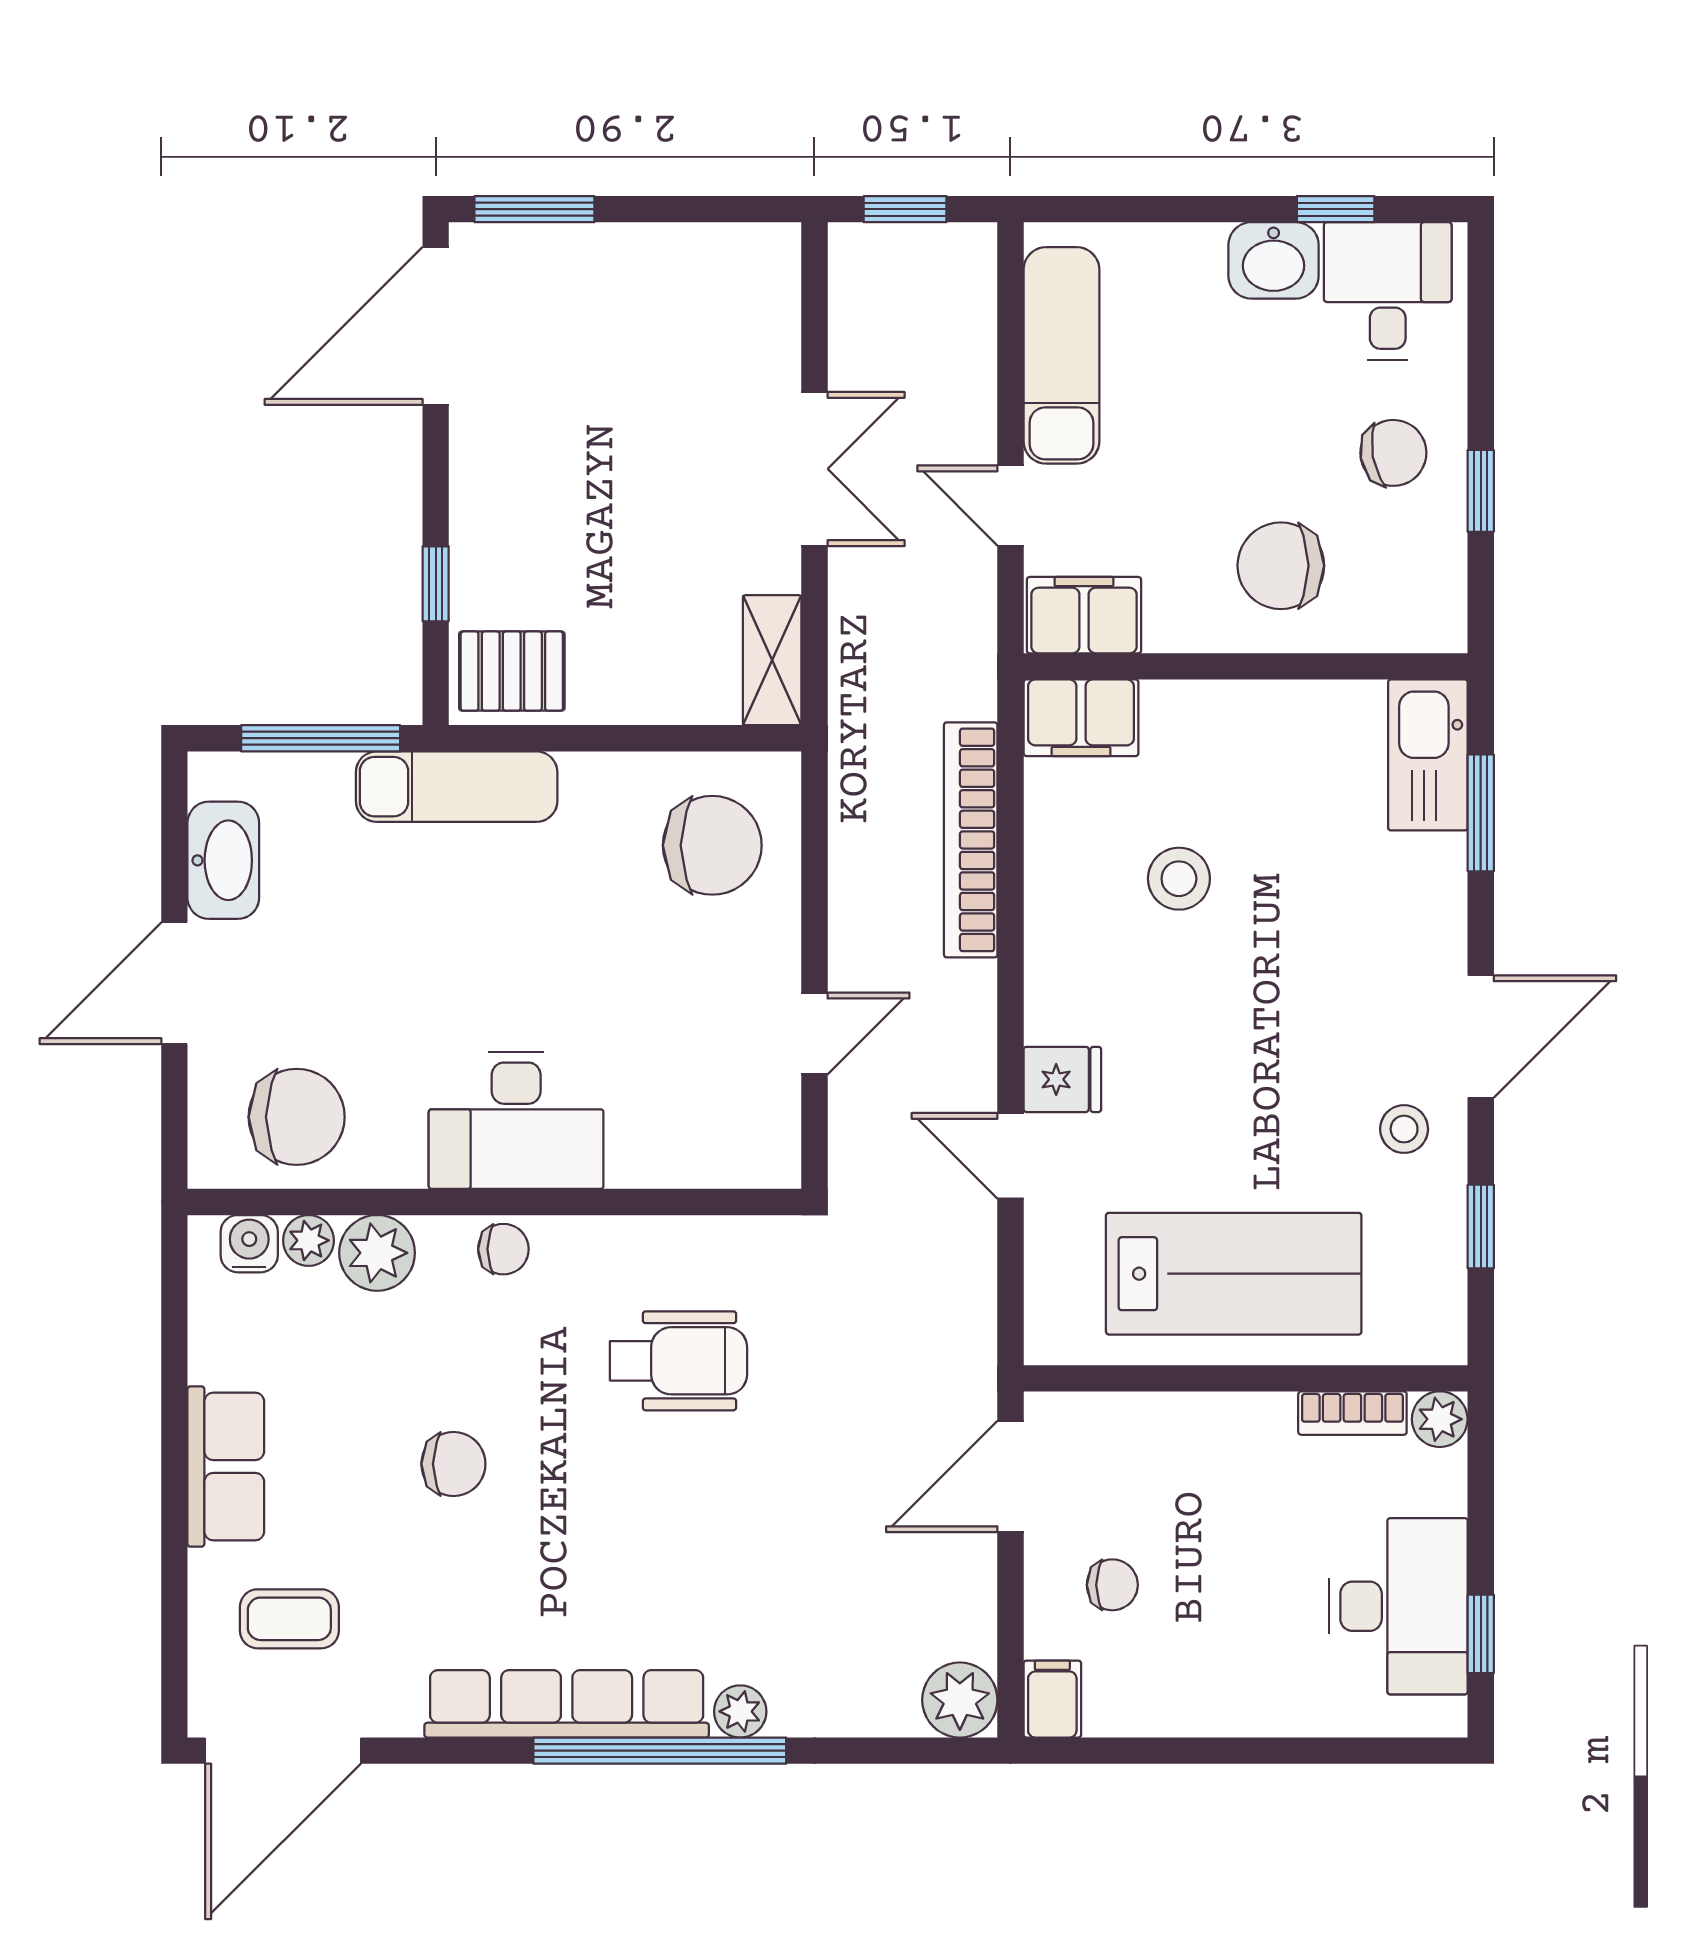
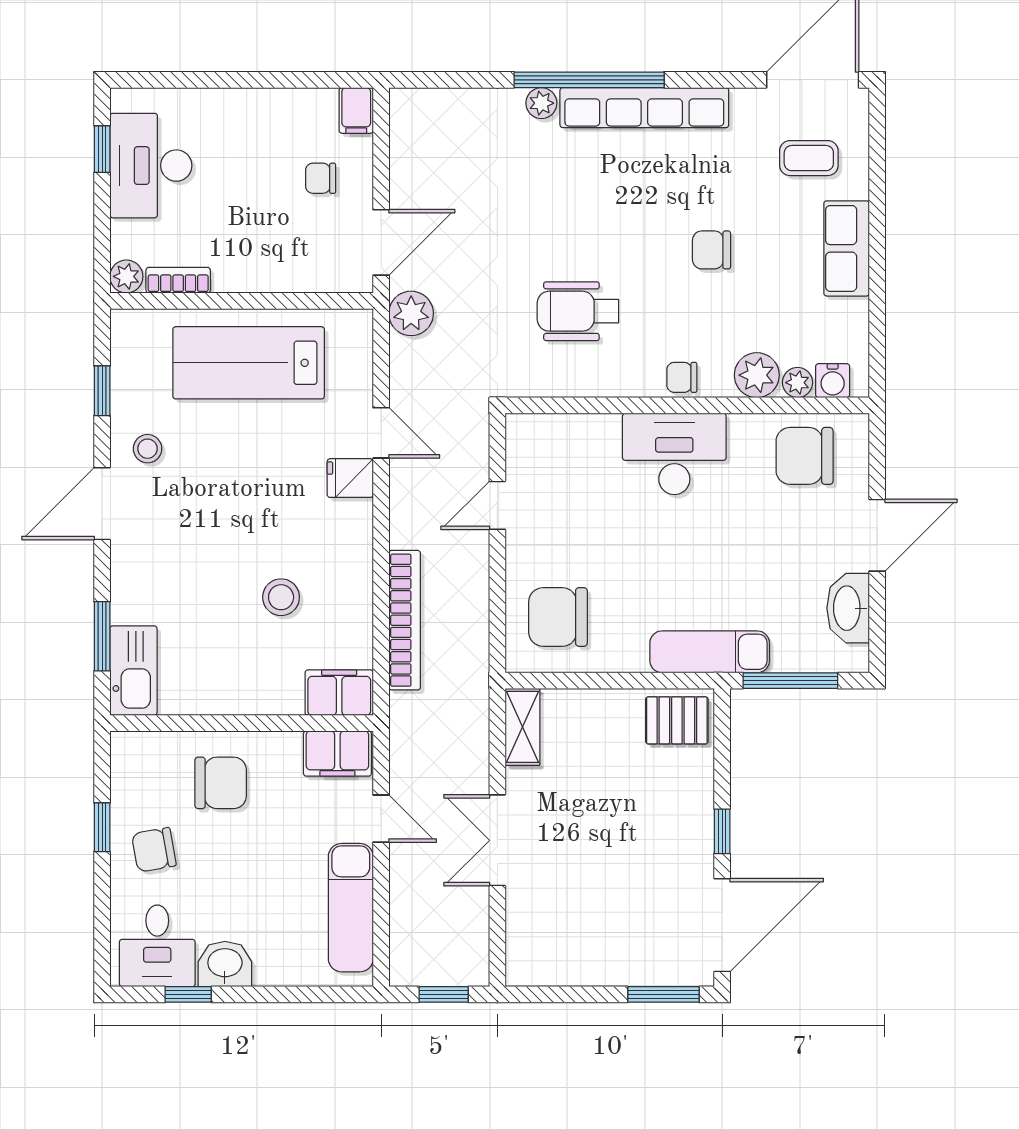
window: (436, 584) -> (722, 831), moved
plant: (960, 1700) -> (411, 313), moved

